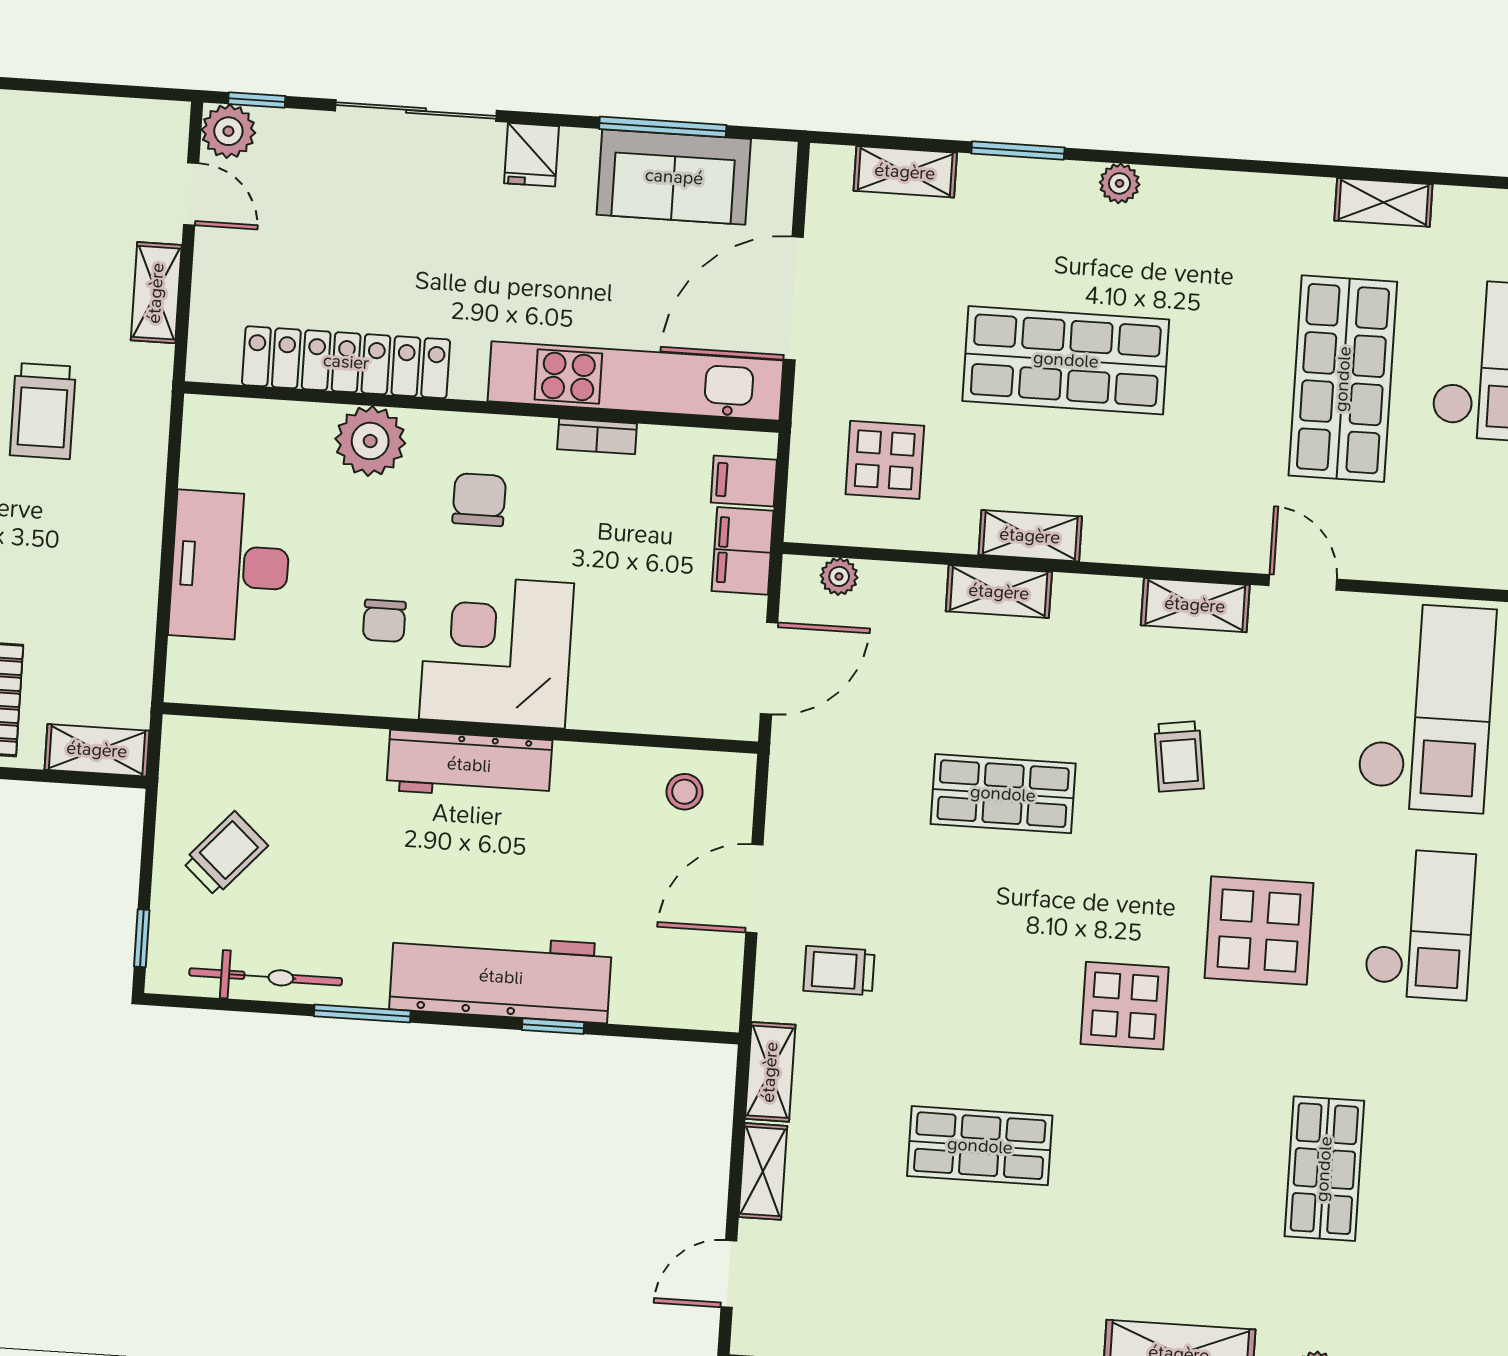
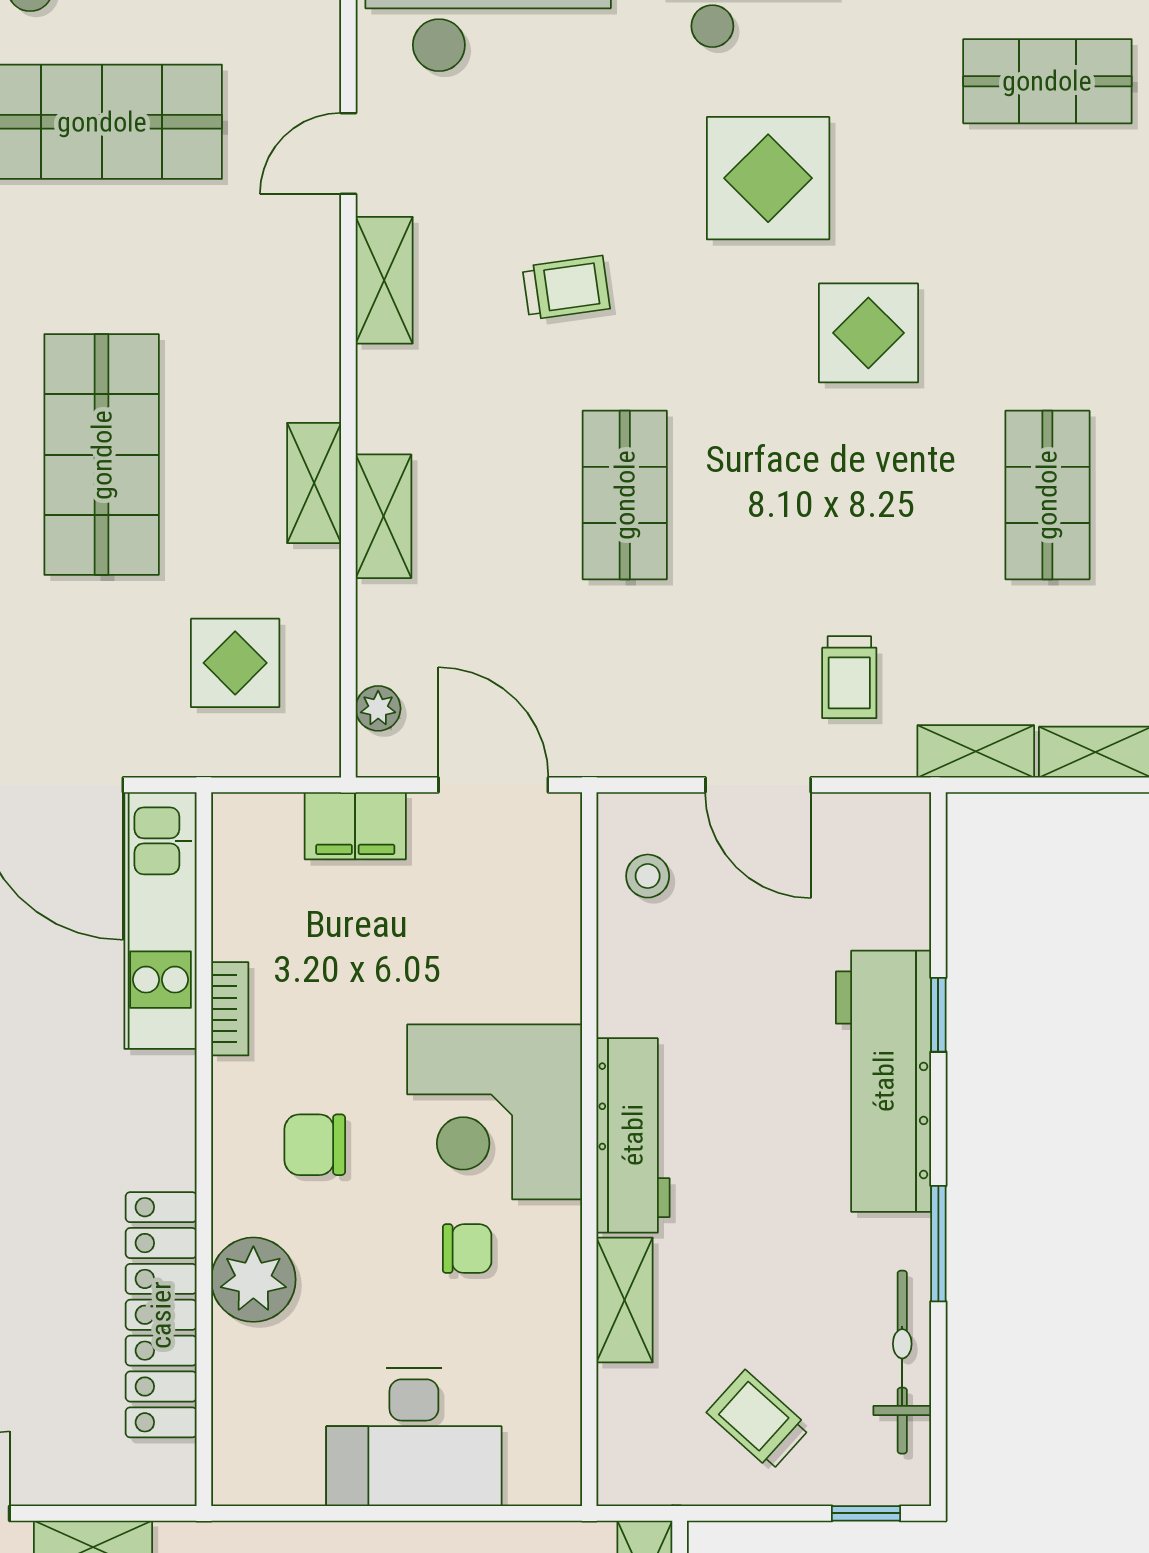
kitchen unit: (636, 381) -> (160, 921), width x0.73
filing cabinet: (744, 481) -> (272, 830), removed
shelving: (333, 749) -> (625, 1300), added

